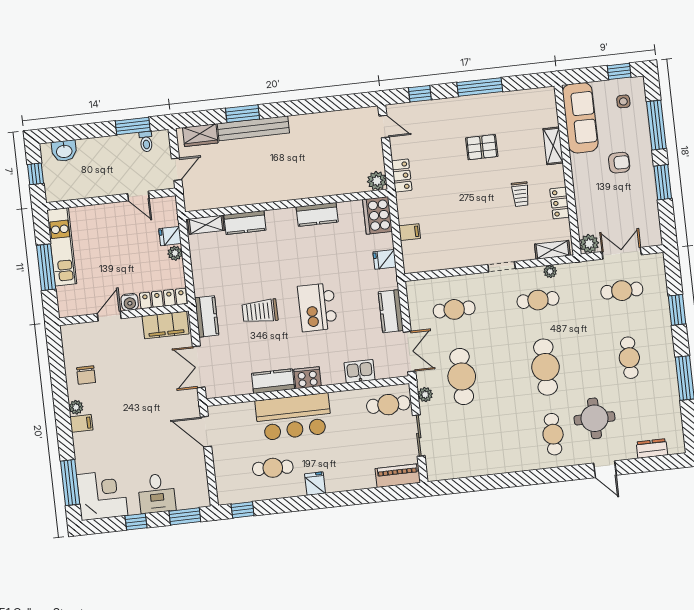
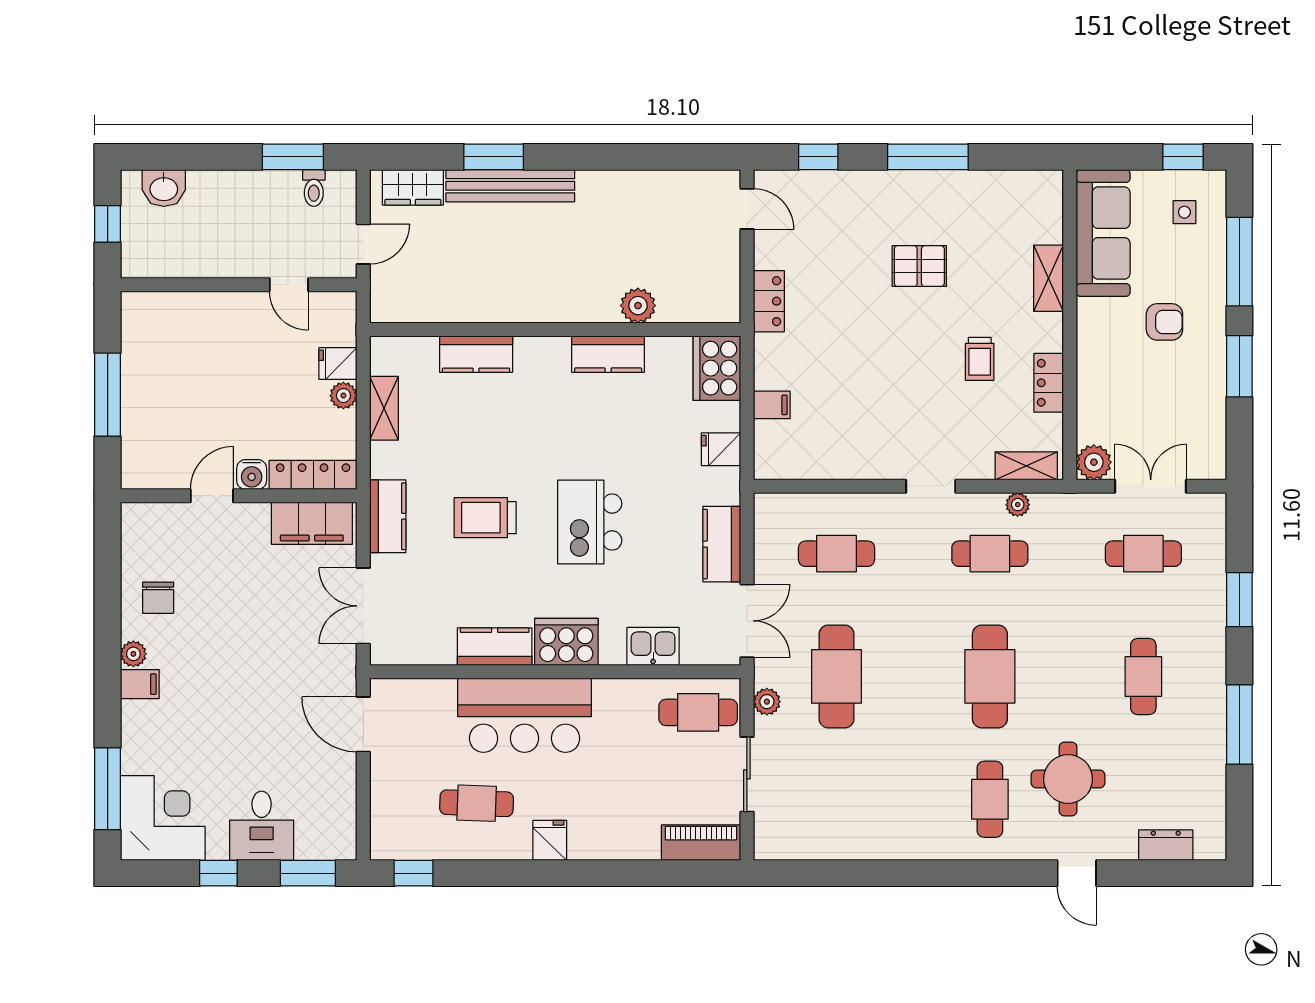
plant: (377, 181) -> (638, 306), moved
shelving: (206, 225) -> (384, 408), moved, turned 90
kitchen unit: (62, 247) -> (140, 361), removed
cooker: (308, 378) -> (566, 642), width x1.37, depth x1.31

